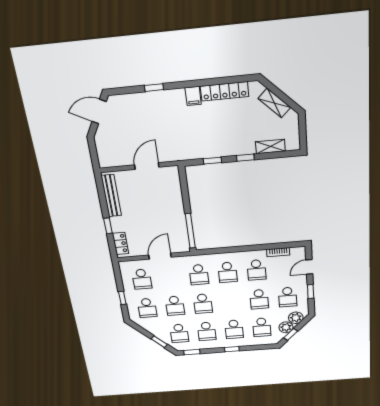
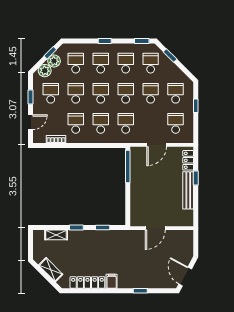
door: (99, 112) -> (185, 276), swing flipped
bench: (111, 196) -> (188, 190), moved
school desk: (231, 301) -> (101, 93), added

